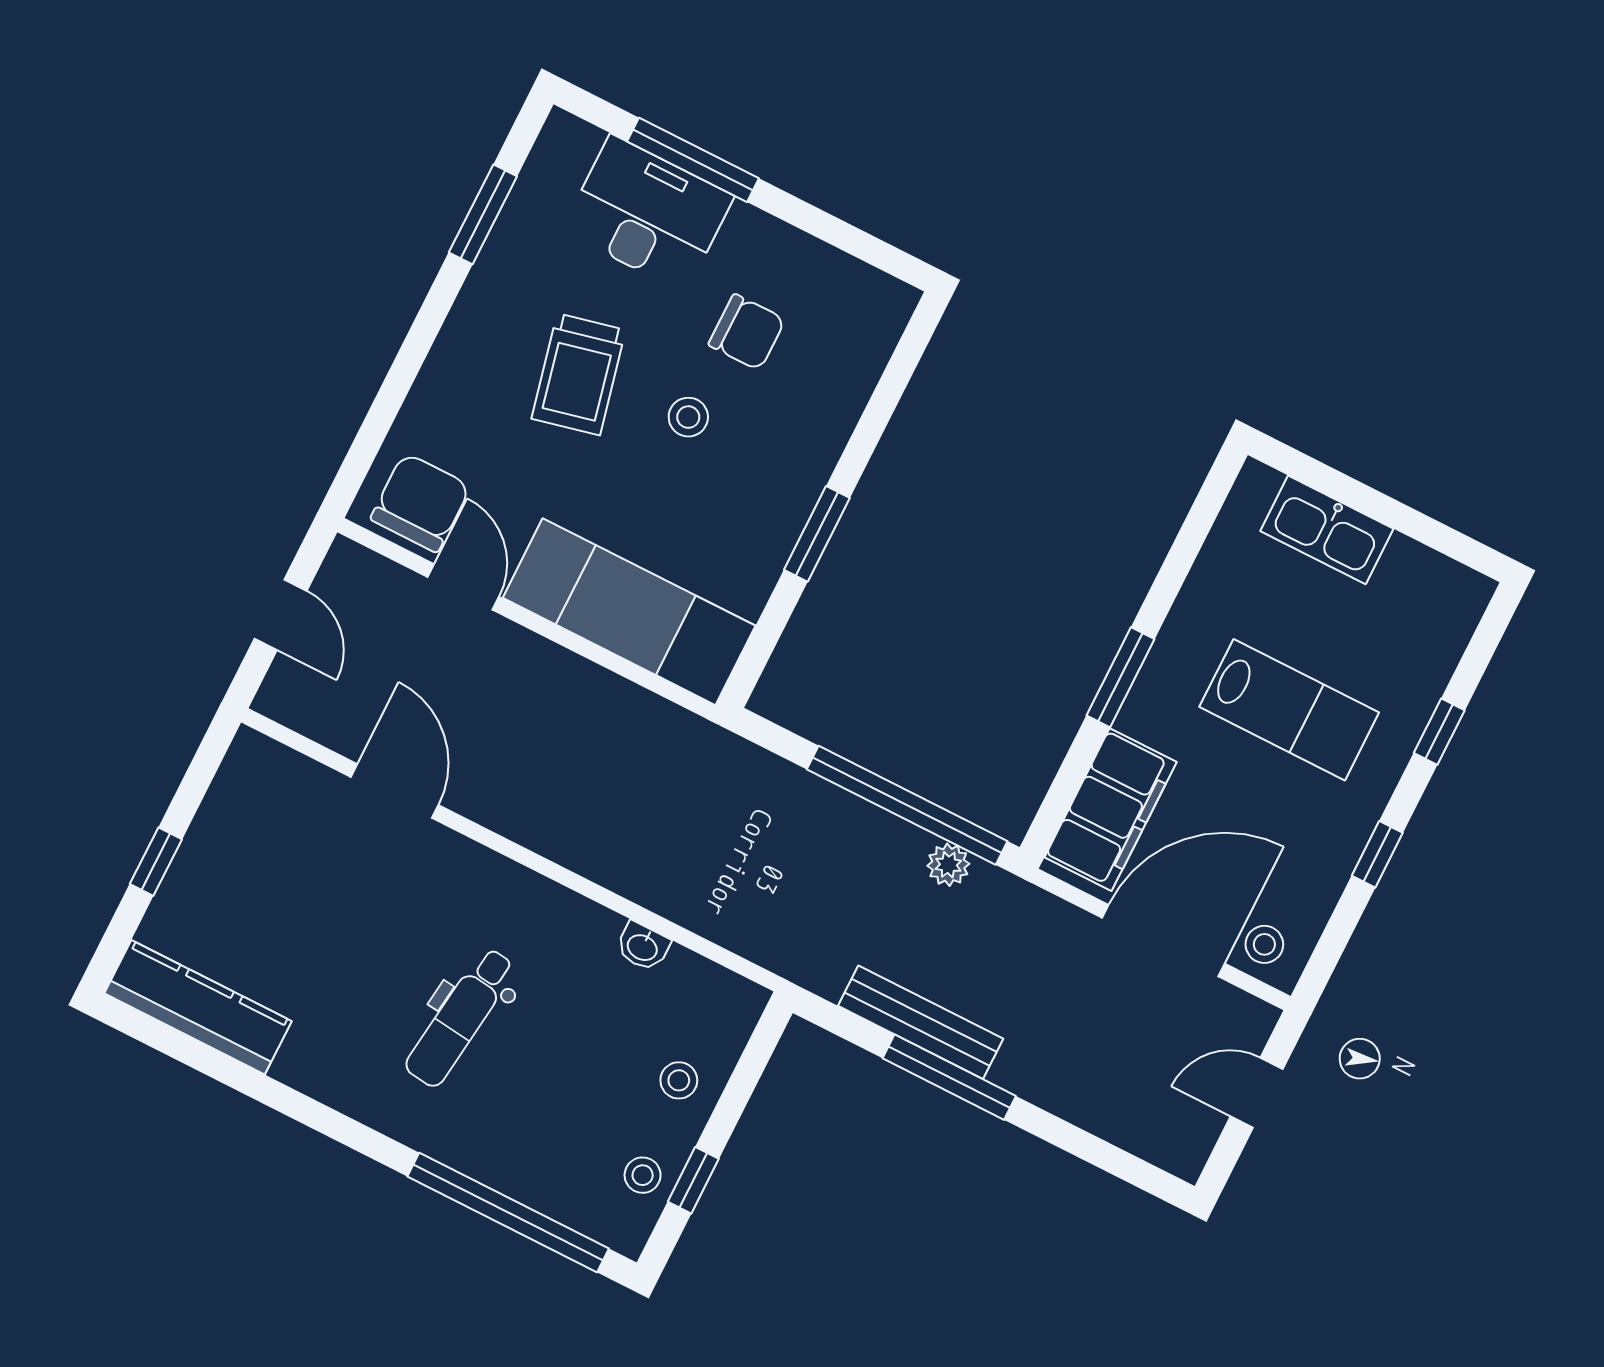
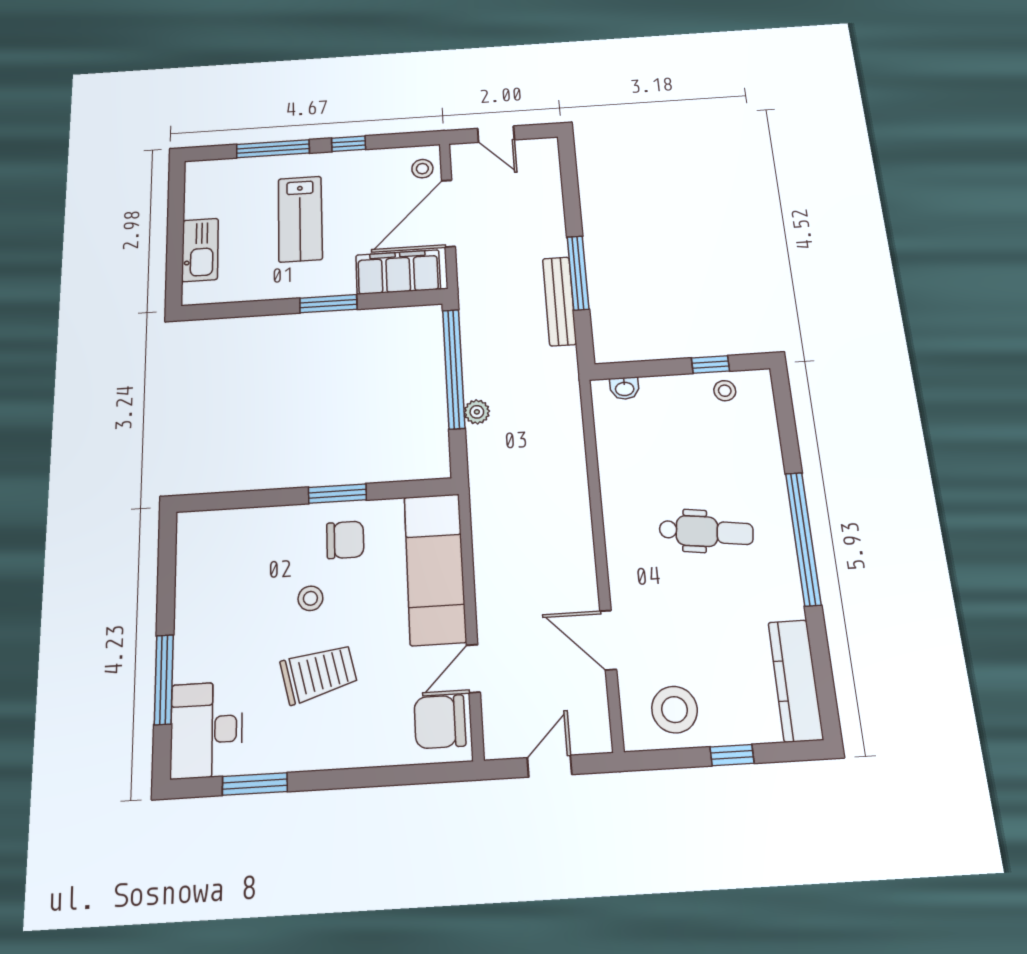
desk: (648, 214) -> (206, 730), moved
chair: (747, 332) -> (345, 540), moved, turned 90
lab bench: (1289, 710) -> (300, 219), turned 180
window: (1439, 732) -> (273, 149), width x2.17
door: (395, 791) -> (608, 640), hinge flipped
plant: (948, 865) -> (477, 412), moved
door: (1163, 941) -> (448, 213), hinge flipped
washbasin: (643, 947) -> (625, 388), moved, turned 90
stool: (679, 1080) -> (675, 710), moved, width x1.89, depth x1.89
window: (508, 1212) -> (803, 539), moved

